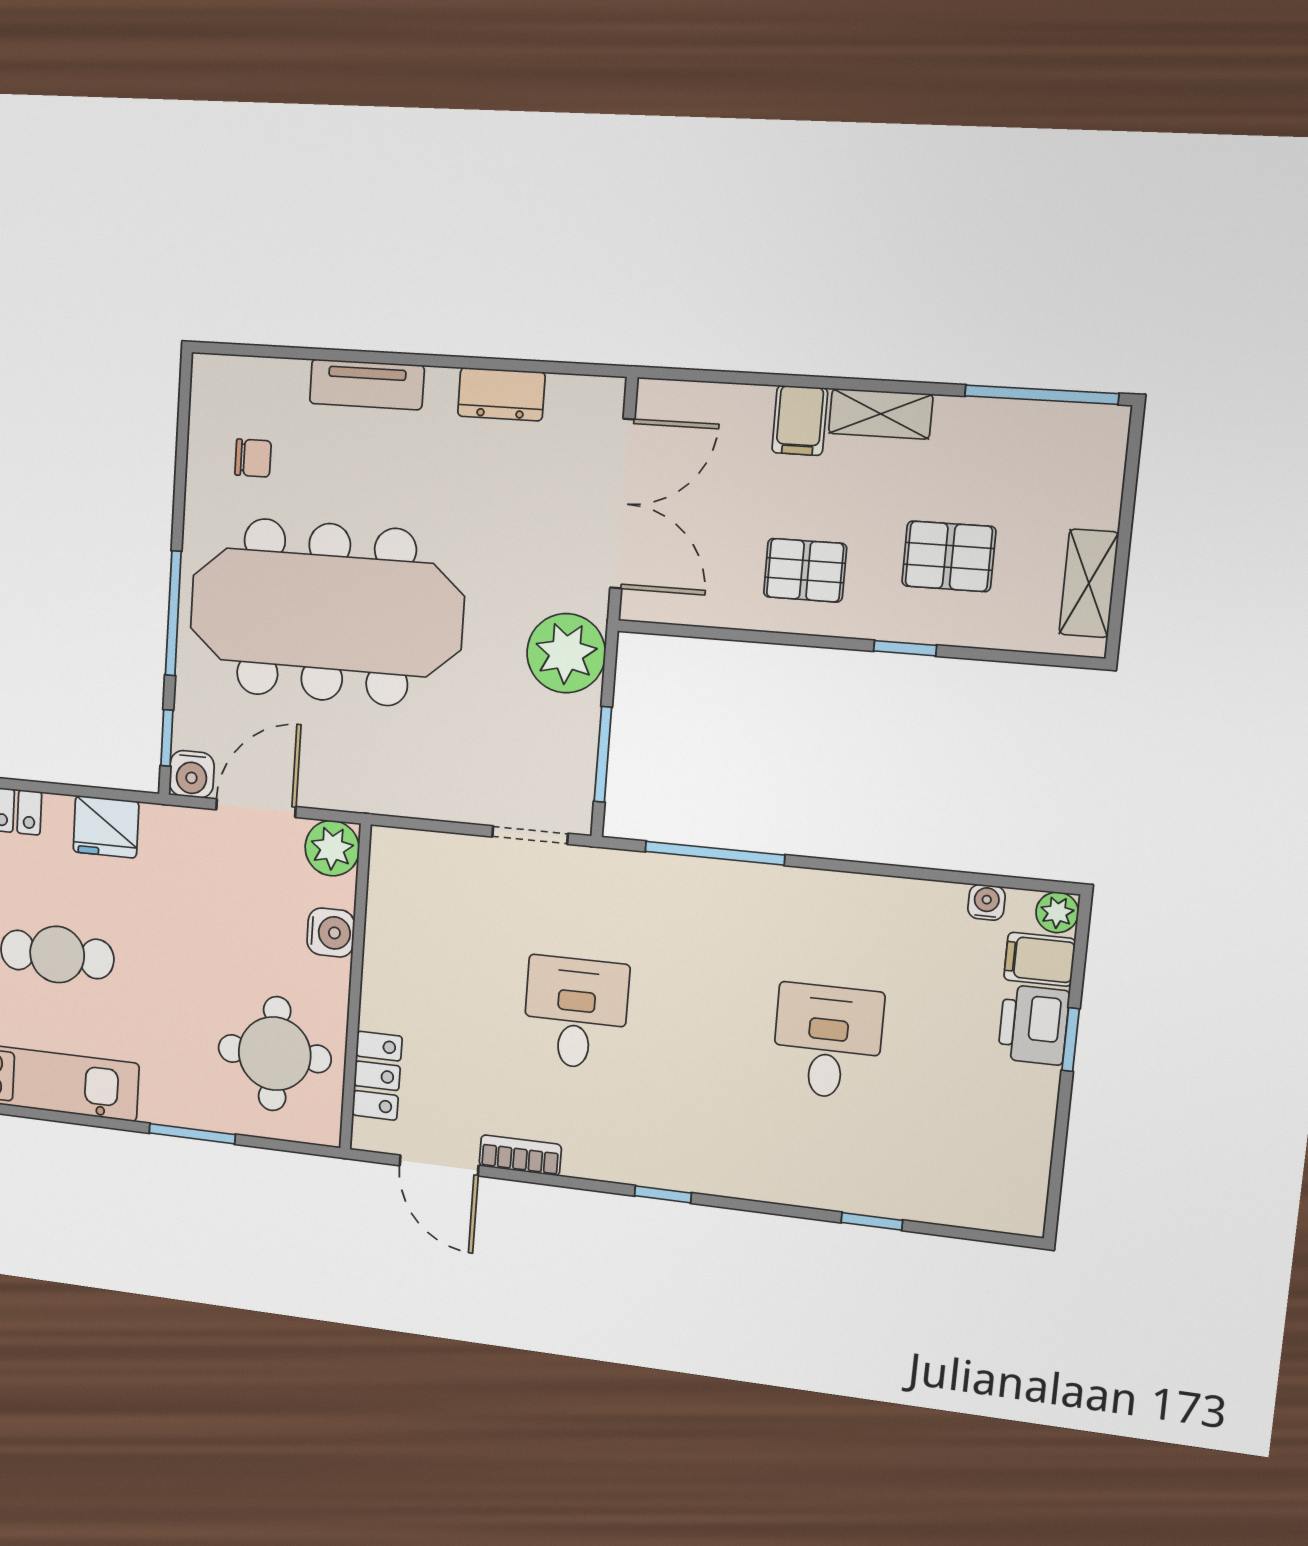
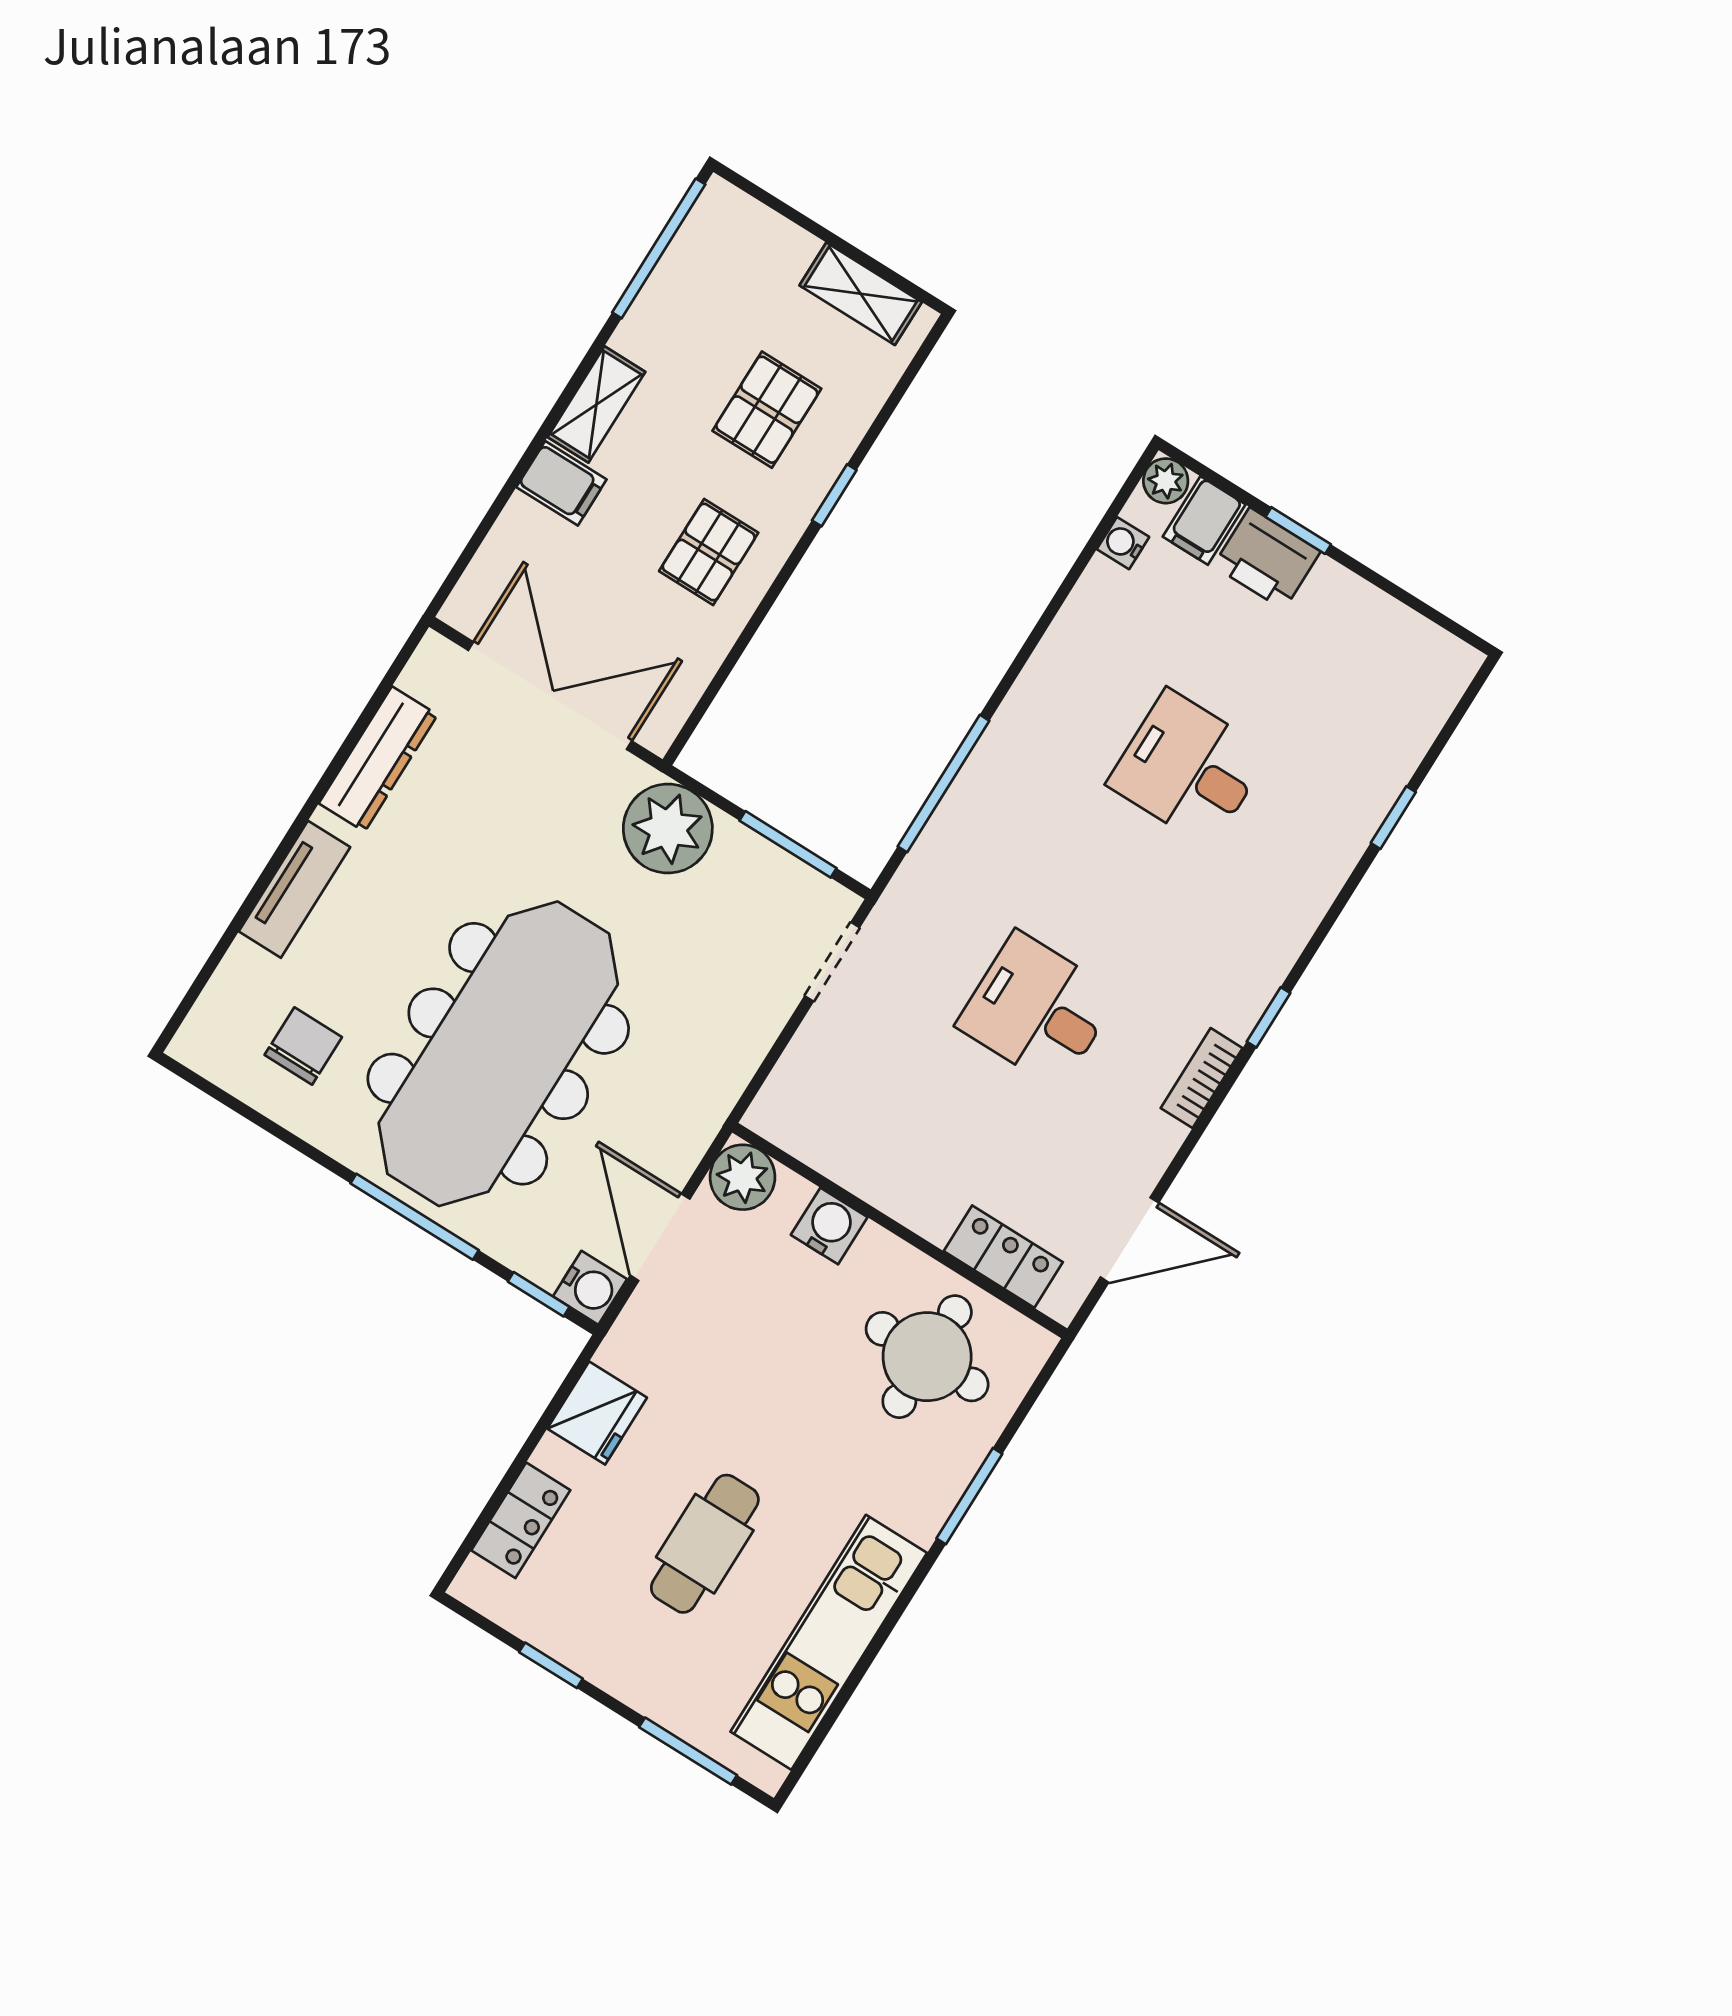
dresser: (501, 394) -> (378, 759), width x1.44
chair: (253, 458) -> (303, 1046), width x1.37, depth x1.37
bookcase: (520, 1155) -> (1202, 1078), moved

